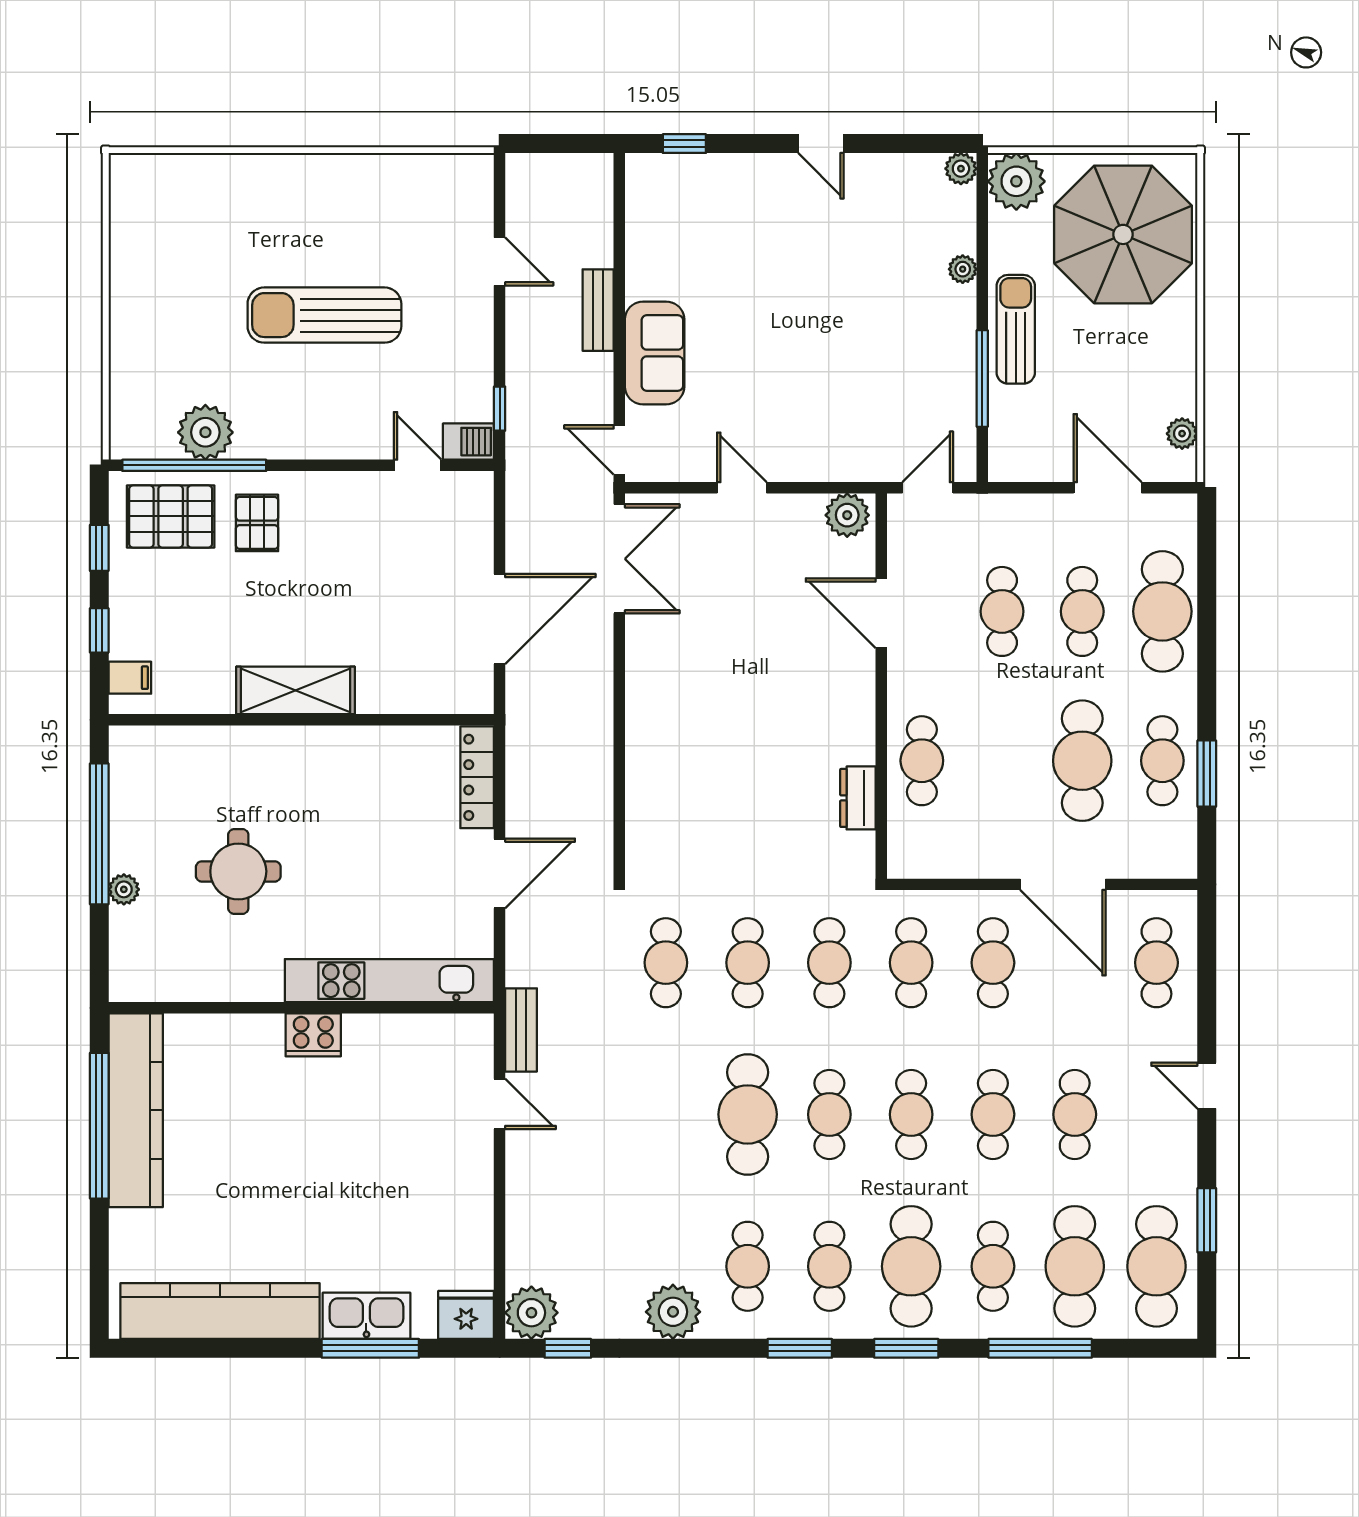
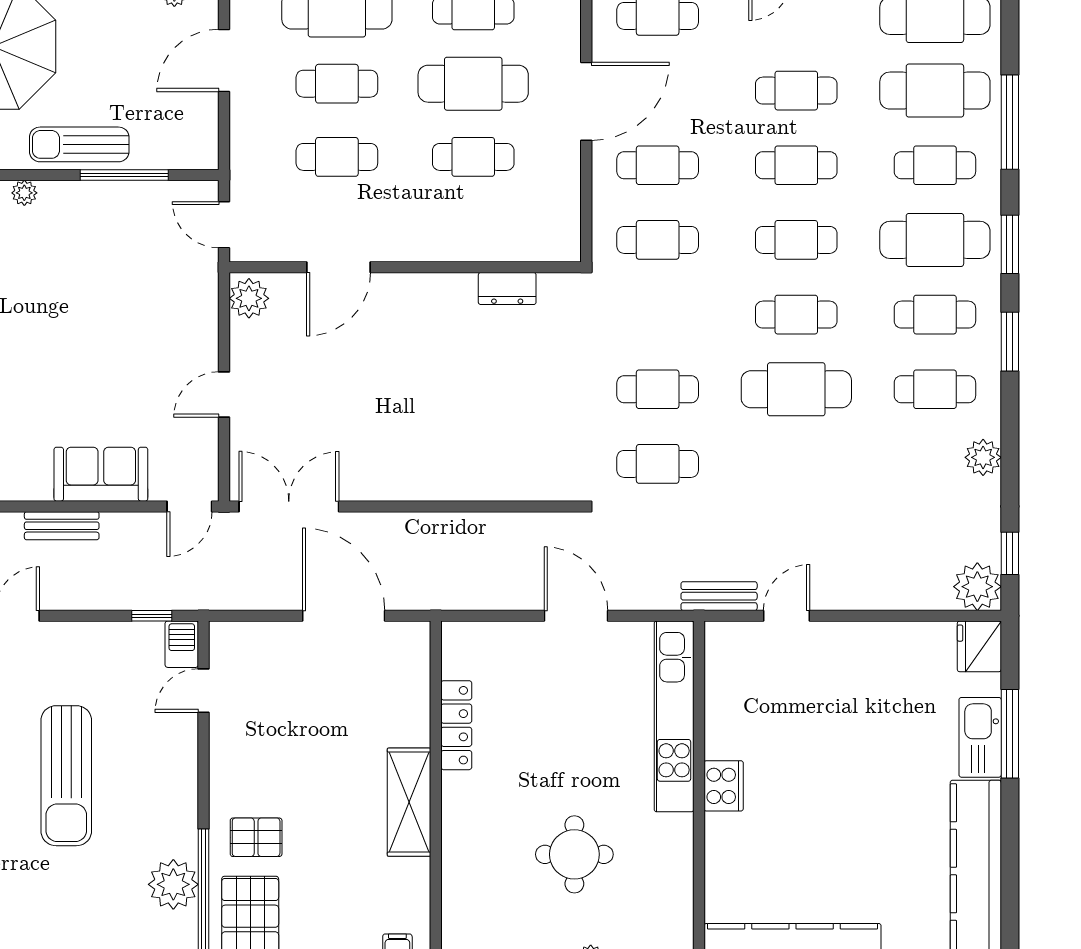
cafe table: (922, 761) -> (473, 157), moved
locker: (477, 777) -> (456, 725), moved, turned -90
cafe table: (829, 963) -> (658, 315), removed
plant: (673, 1312) -> (983, 457), width x0.73, depth x0.73

